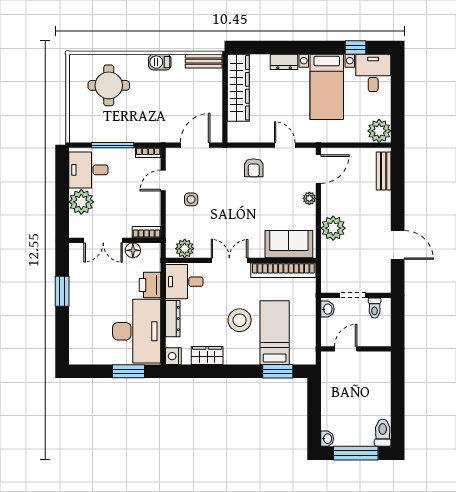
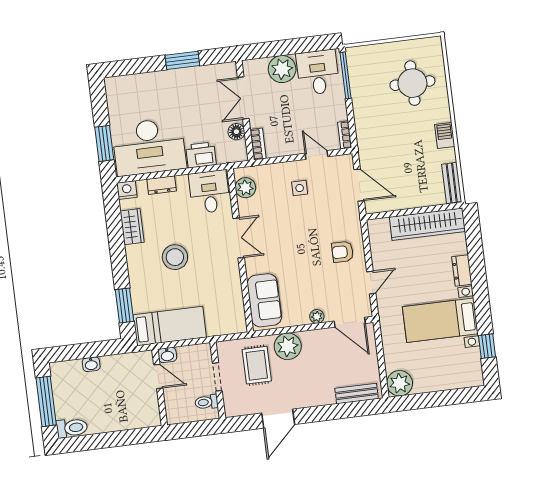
desk: (373, 73) -> (462, 369), removed
window: (113, 145) -> (346, 75), moved
rug: (347, 258) -> (257, 365), added
bookcase: (283, 270) -> (235, 298), removed
washbasin: (327, 309) -> (167, 355), moved
dresser: (173, 319) -> (162, 185), width x0.70
bed: (275, 333) -> (170, 326), moved
washbasin: (327, 439) -> (91, 364), moved

